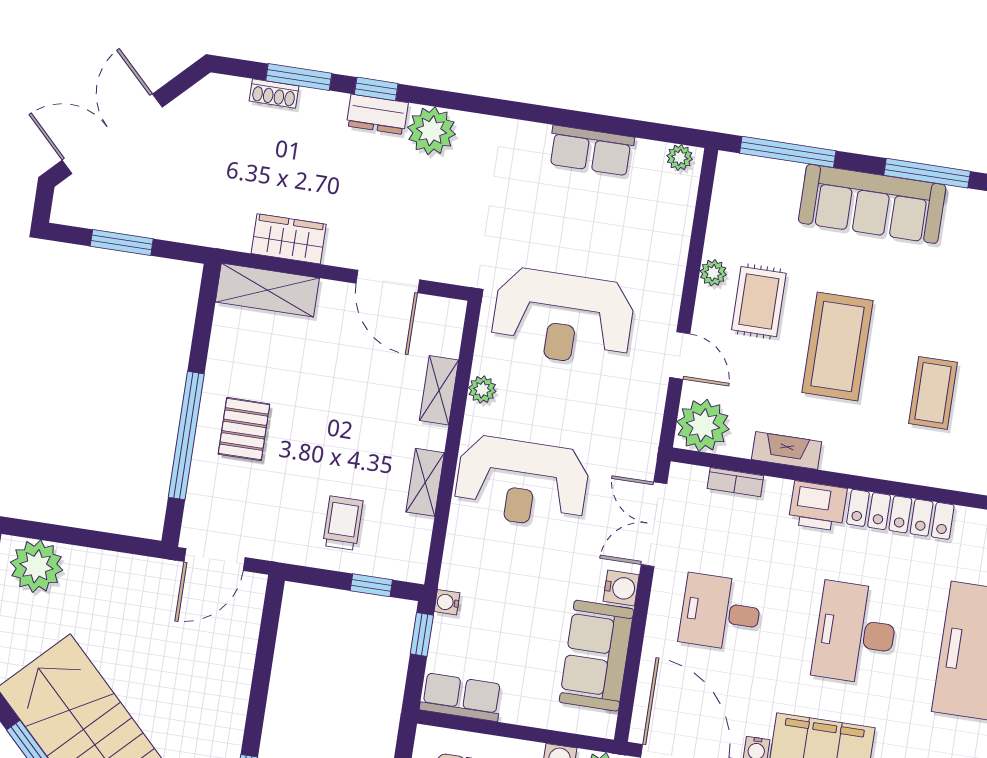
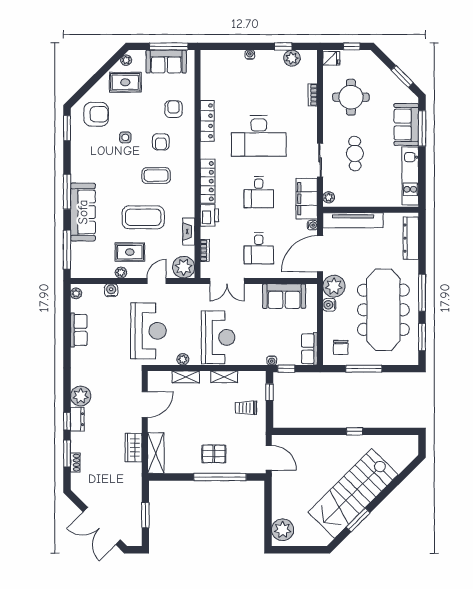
water cooler: (621, 588) -> (111, 290), moved
desk: (855, 633) -> (259, 192), width x0.73

